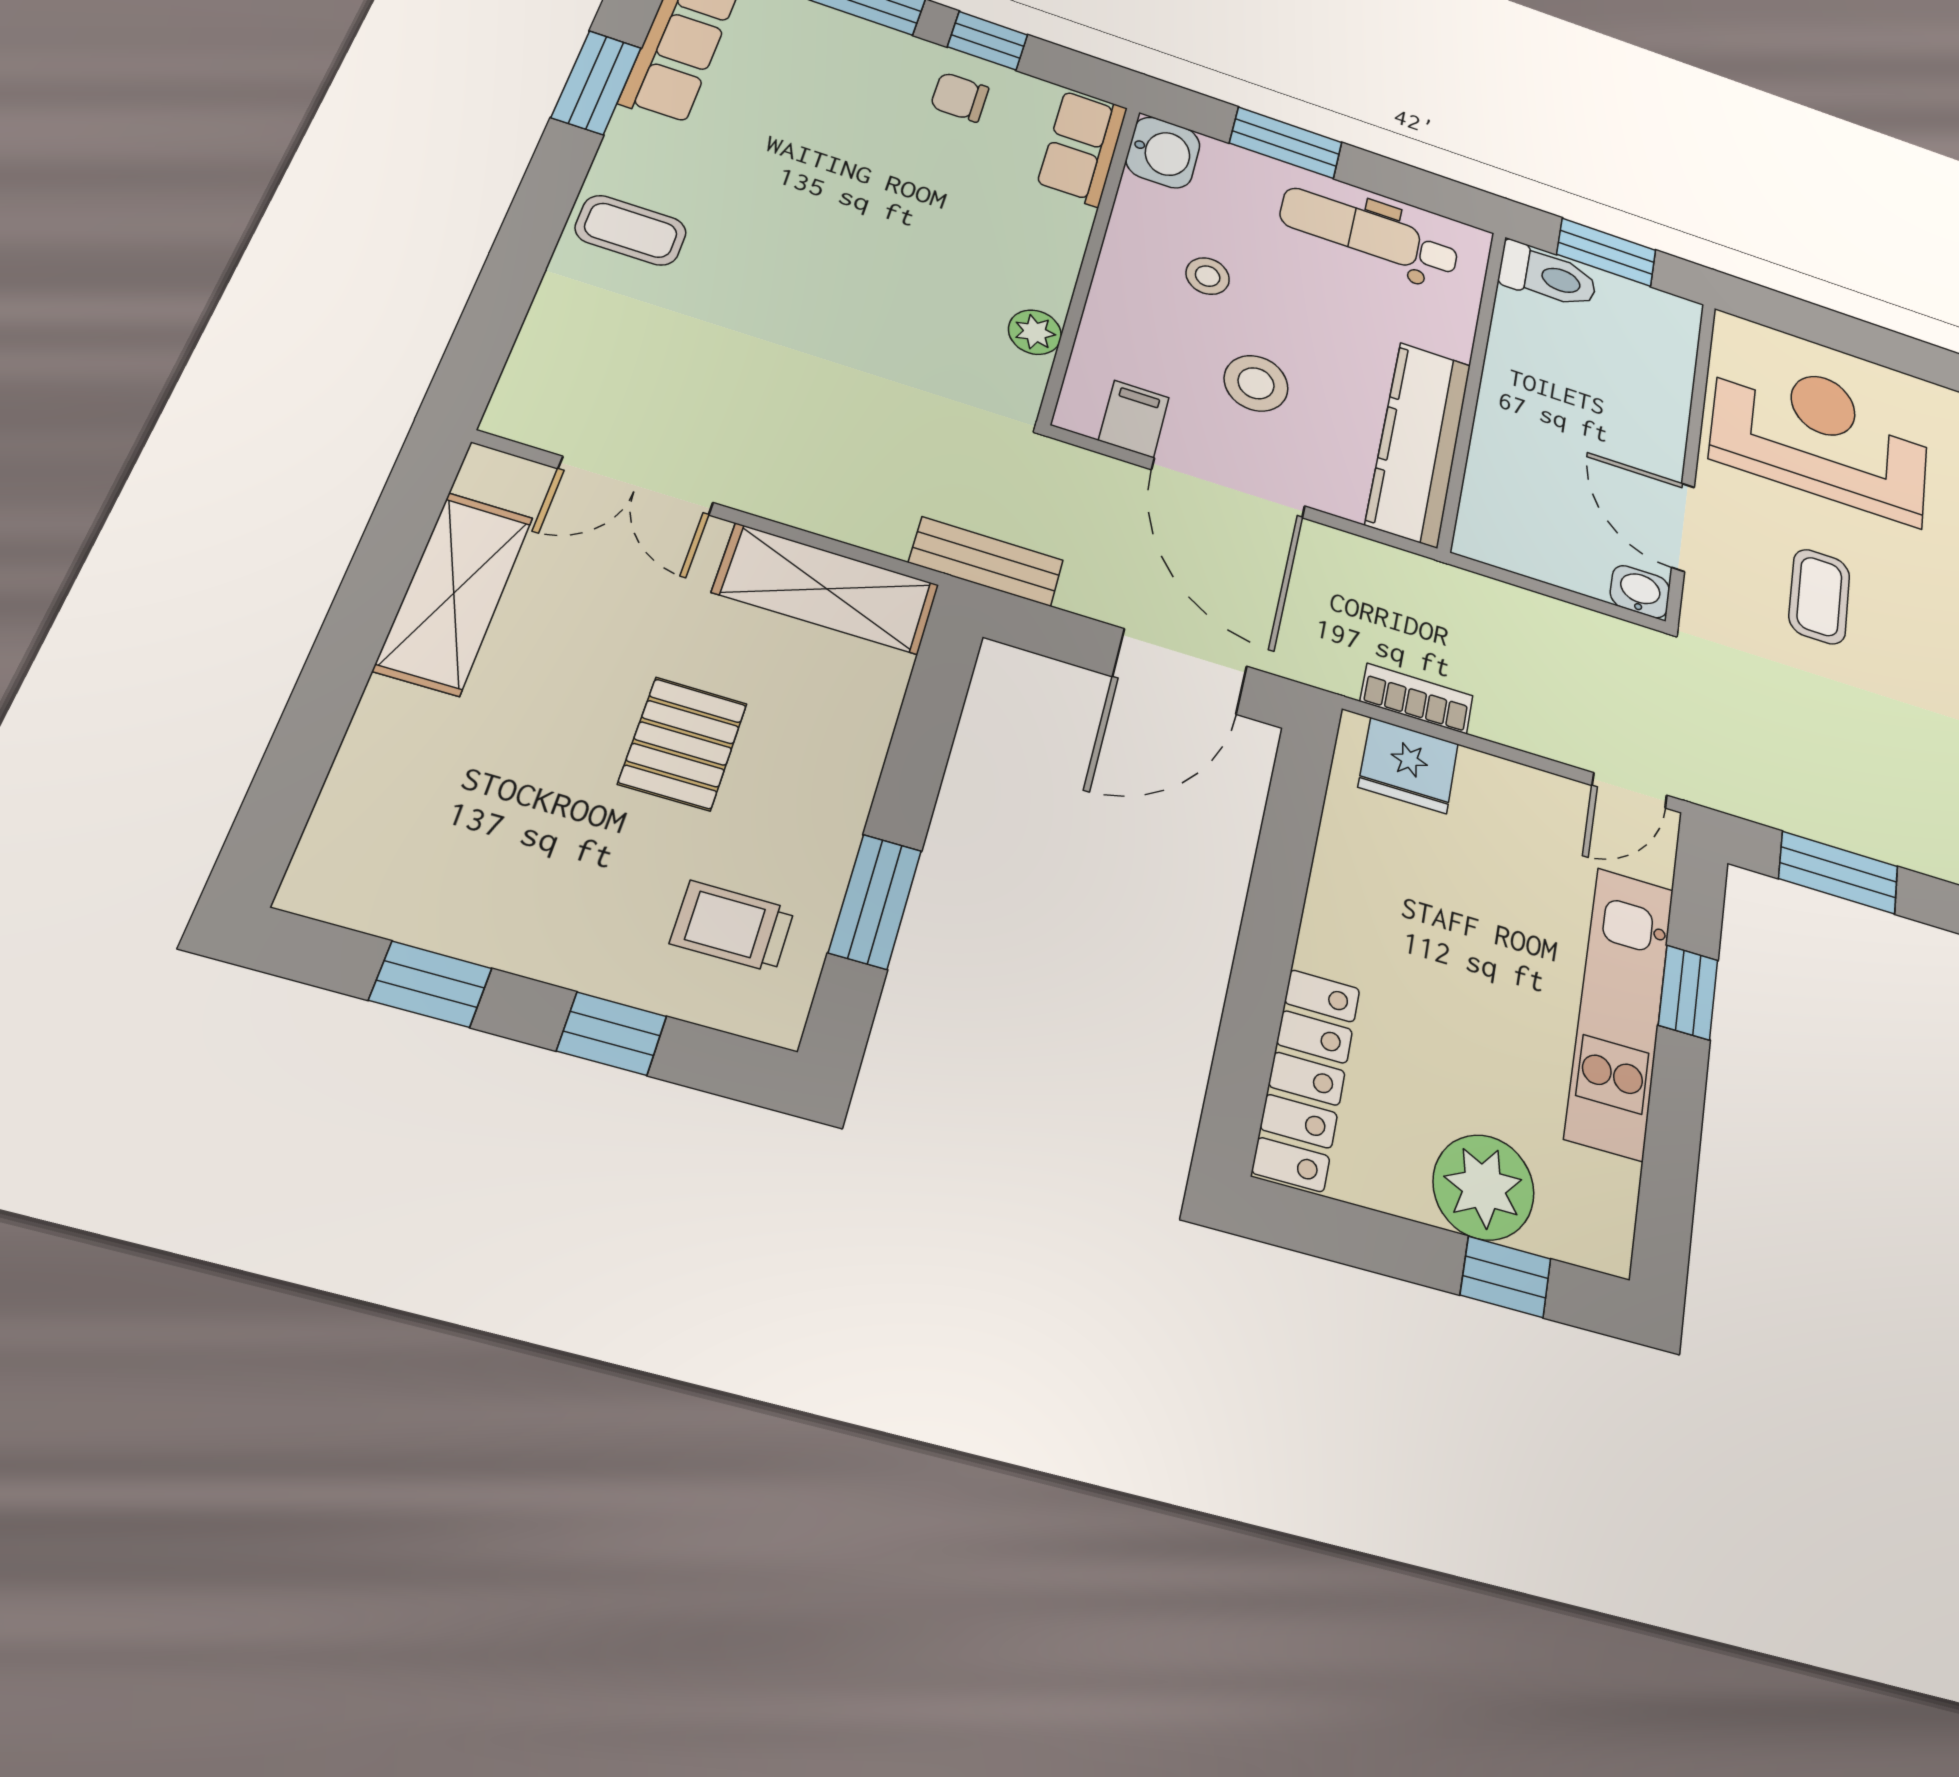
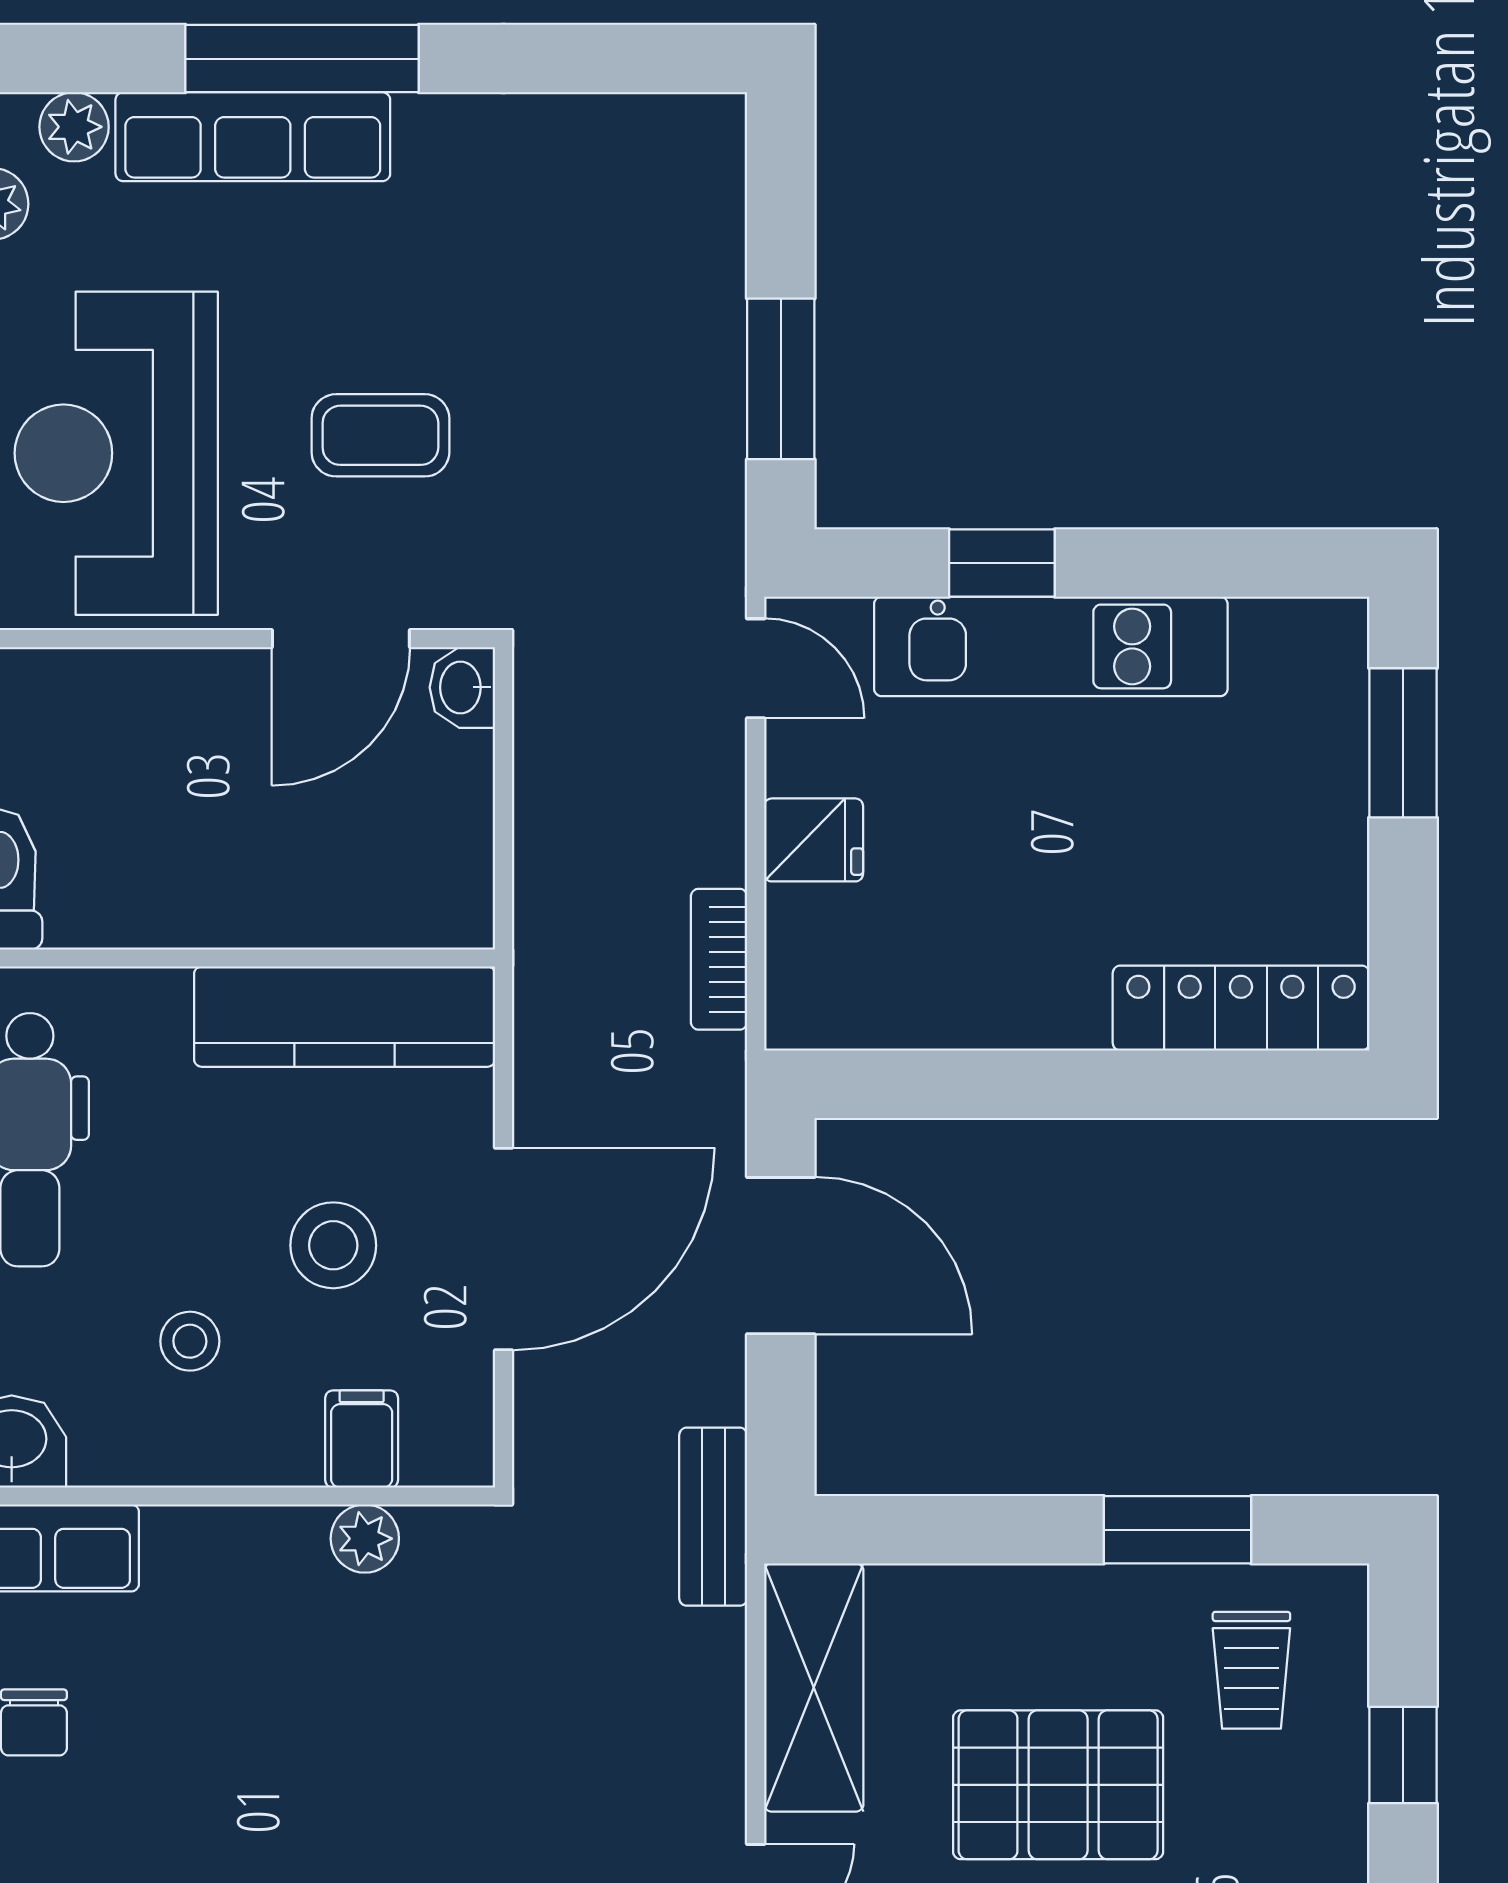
filing cabinet: (1134, 419) -> (362, 1439), moved, turned 90
pallet: (683, 744) -> (1058, 1785), width x1.50, depth x1.42
fridge: (1408, 765) -> (814, 840), moved, width x0.72
plant: (1484, 1187) -> (1309, 783), removed
window: (1506, 1277) -> (1403, 743), width x1.50

